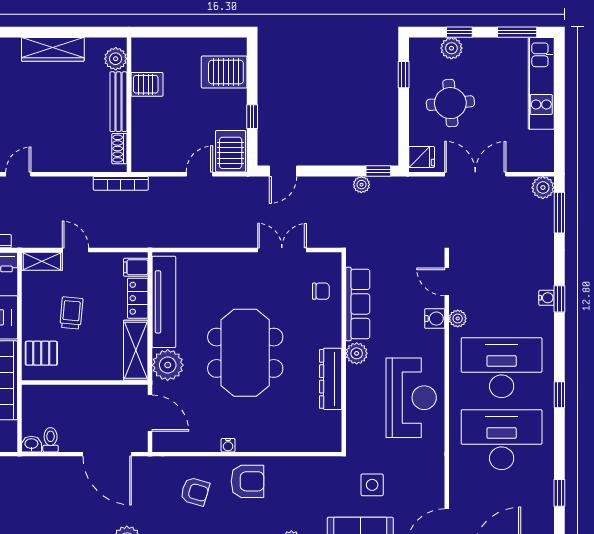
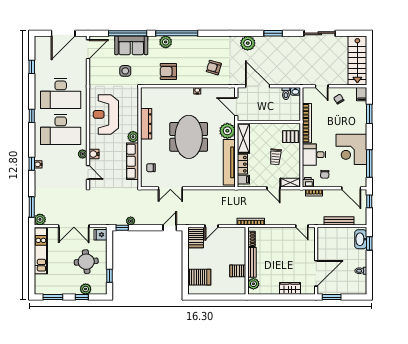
wardrobe: (53, 49) -> (290, 288), width x0.67
kitchen unit: (541, 83) -> (41, 251), moved
window: (252, 117) -> (185, 255), removed
door: (18, 174) -> (302, 226), hinge flipped
armchair: (247, 481) -> (168, 71), moved

